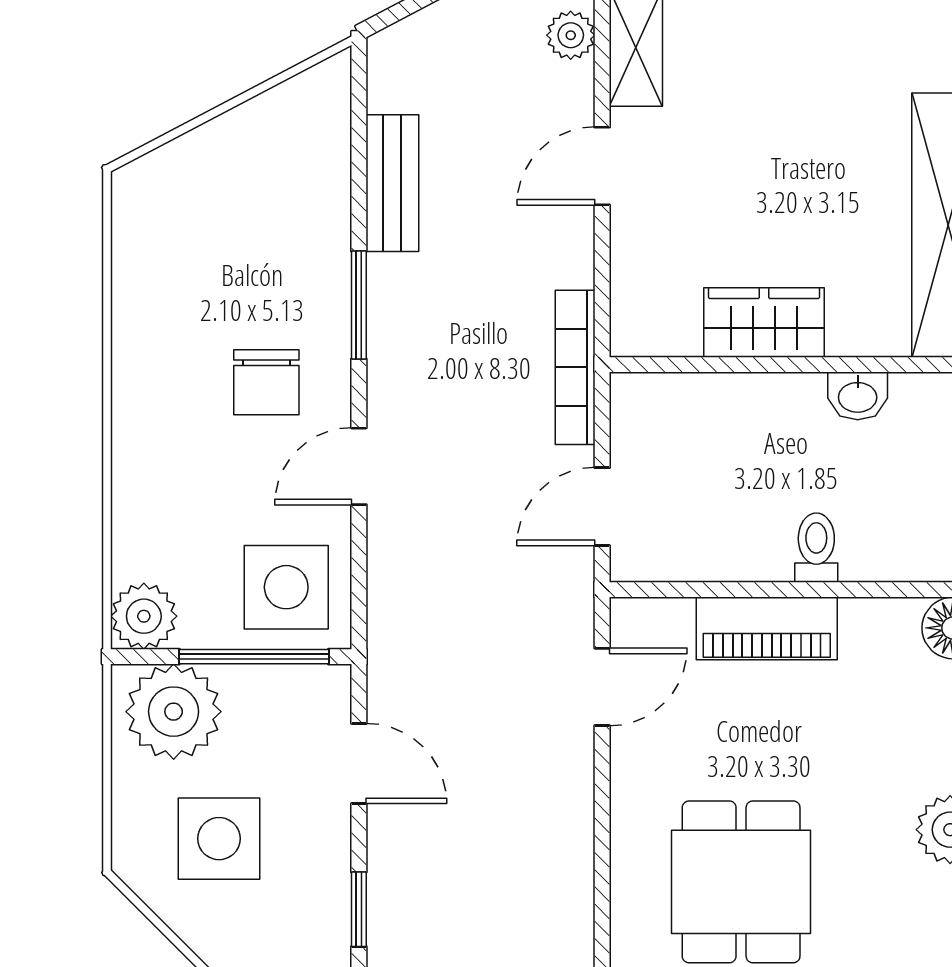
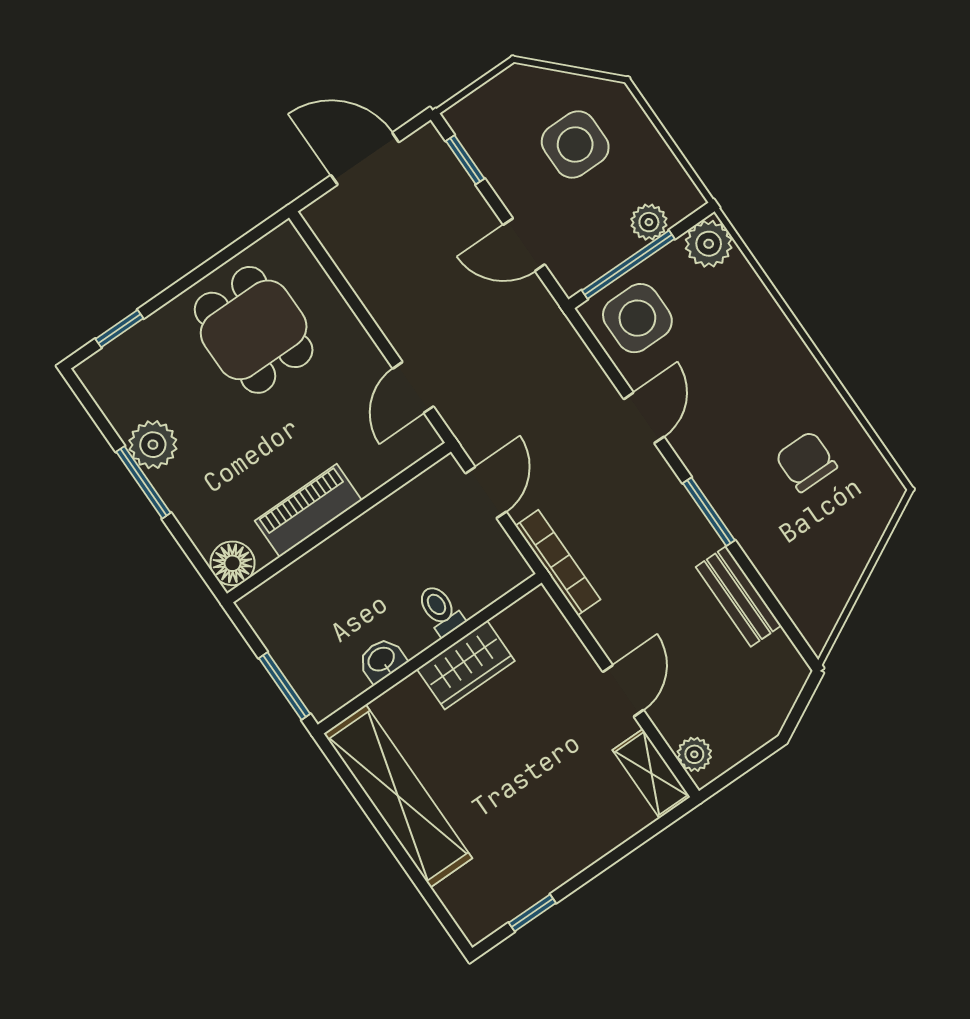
chair: (266, 382) -> (806, 462), moved
toilet: (816, 548) -> (440, 610), moved, turned 180
piano: (767, 628) -> (308, 510), moved
plant: (174, 712) -> (649, 222), width x0.53, depth x0.53

